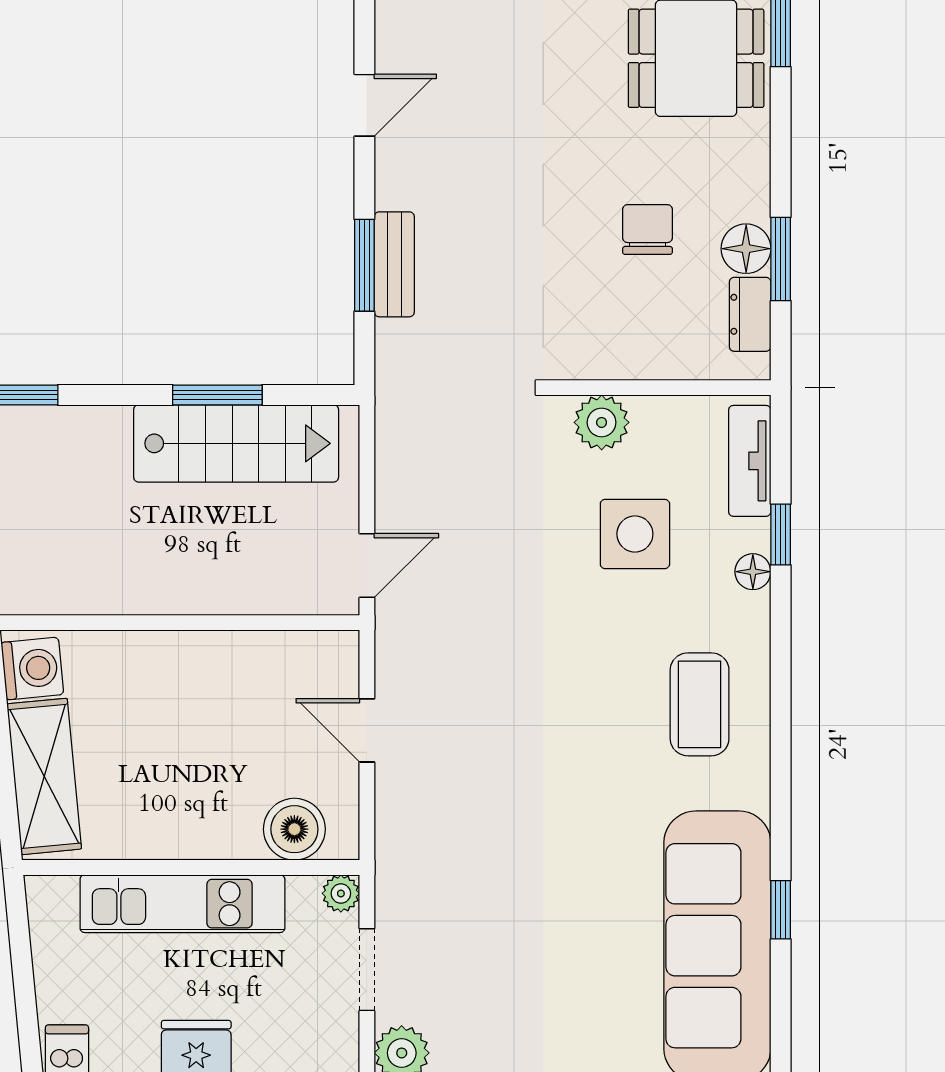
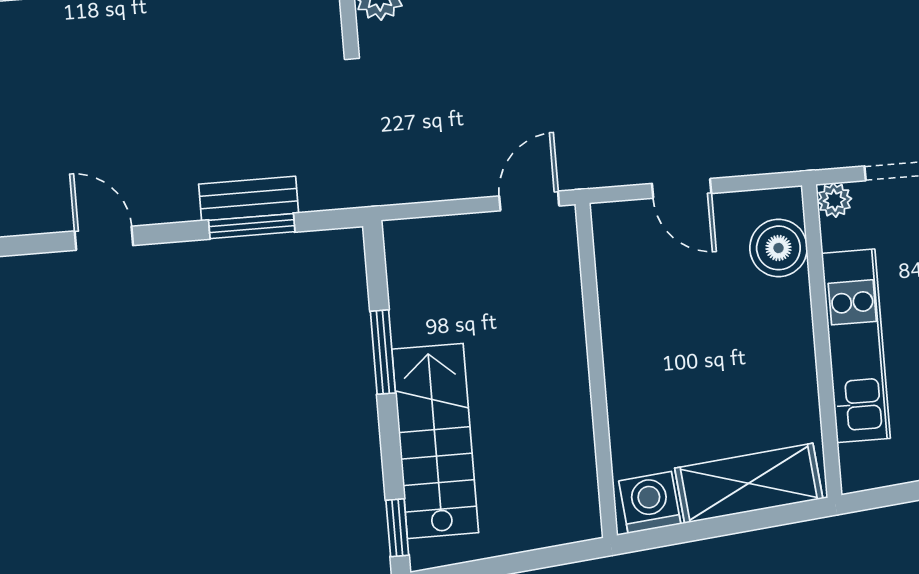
stairs: (236, 443) -> (435, 441), moved
door: (367, 565) -> (529, 201), hinge flipped
door: (367, 730) -> (682, 188), hinge flipped

